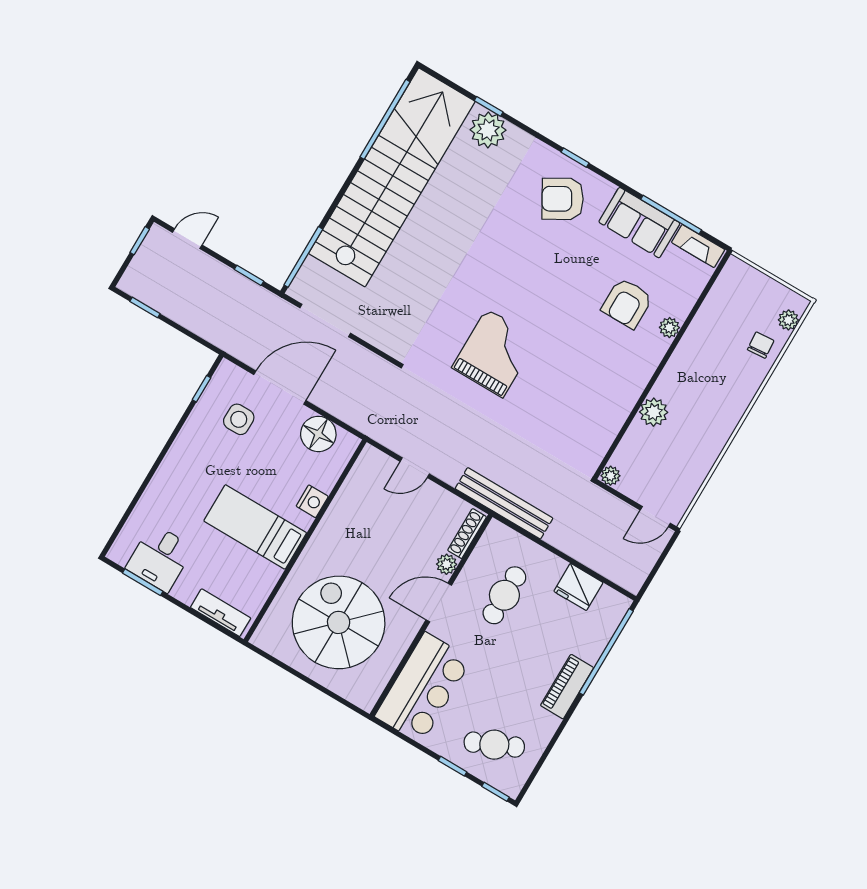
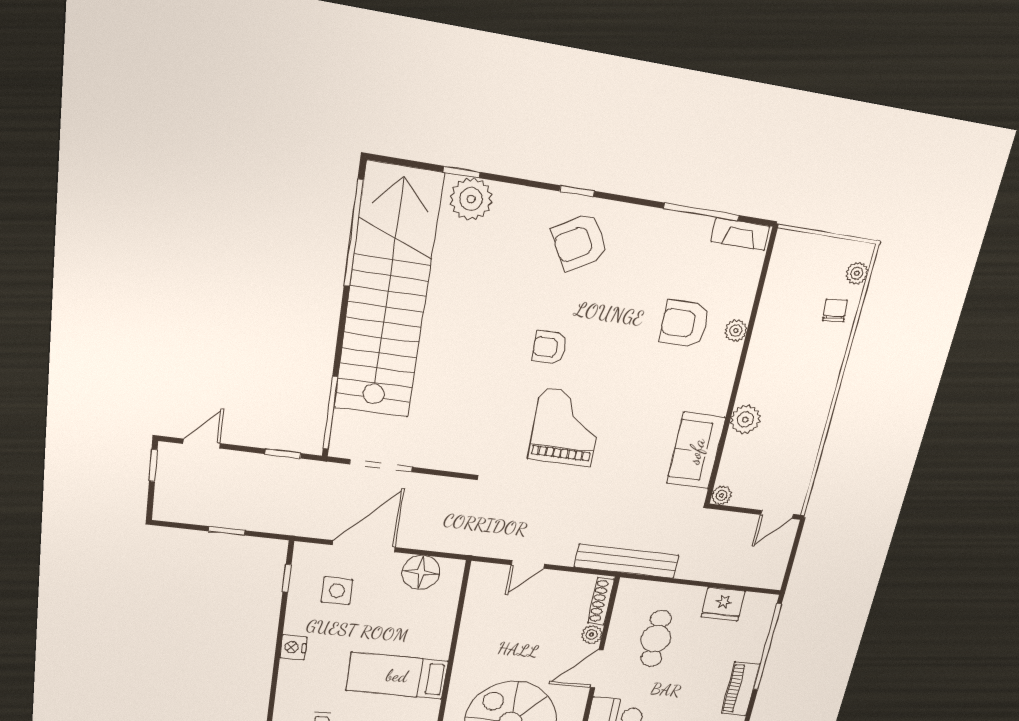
sofa: (639, 223) -> (696, 451), moved, turned 90
armchair: (507, 277) -> (550, 347), added
armchair: (627, 303) -> (684, 324), turned 90
window: (145, 307) -> (227, 531), moved
nightstand: (312, 501) -> (293, 647), moved, turned 180

